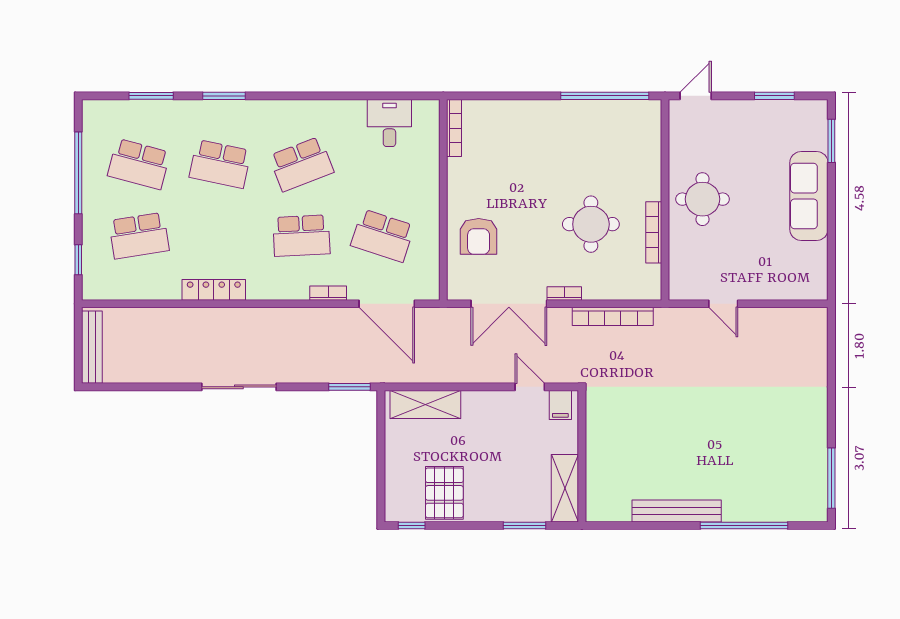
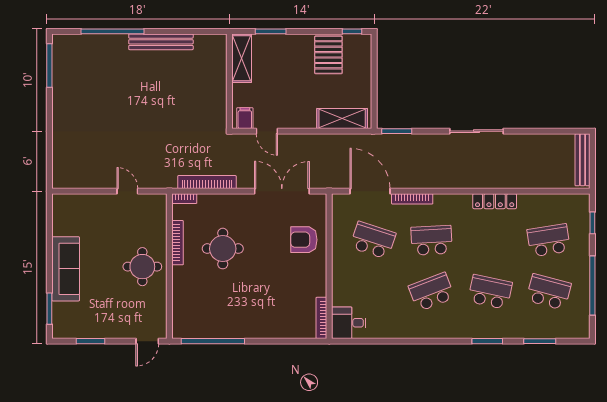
desk: (389, 123) -> (349, 323), moved, turned 90
armchair: (479, 236) -> (304, 240), turned -90
bookcase: (328, 293) -> (412, 199), width x1.56
bookcase: (564, 293) -> (184, 199), moved

